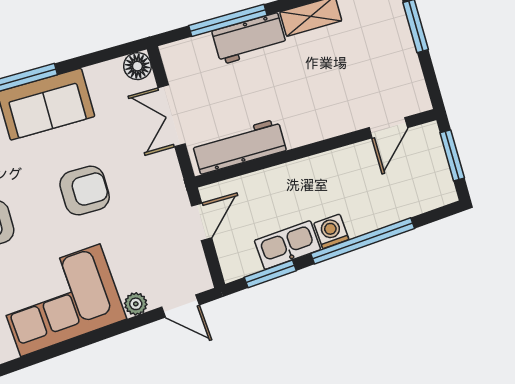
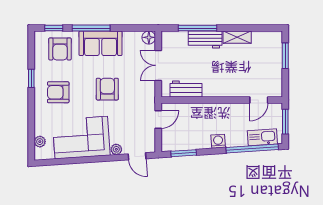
workbench: (239, 147) -> (186, 89), width x0.73
armchair: (85, 191) -> (107, 89), turned -90
window: (363, 241) -> (252, 149), moved
kitchen sink: (287, 245) -> (262, 137), moved

